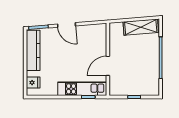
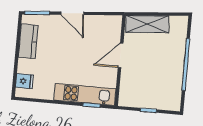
shelving: (141, 27) -> (147, 24), moved
kitchen counter: (33, 50) -> (28, 41), width x0.67
door: (108, 66) -> (121, 55), moved

